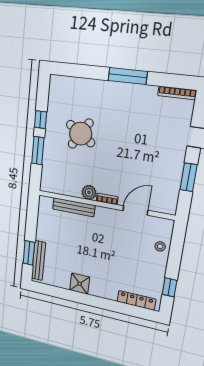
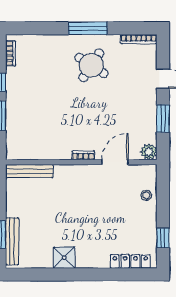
bookcase: (53, 93) -> (11, 53), added
round table: (81, 134) -> (91, 65), moved
plant: (89, 192) -> (149, 152), moved
bench: (74, 207) -> (29, 171), moved

